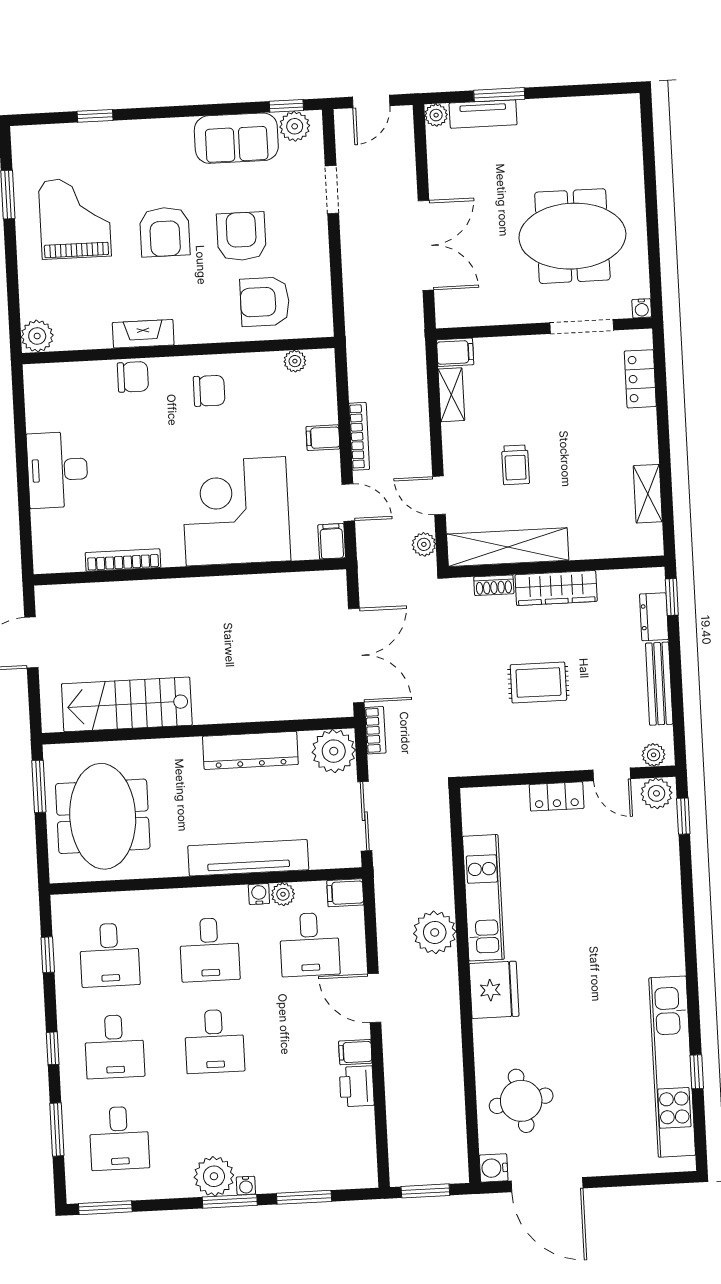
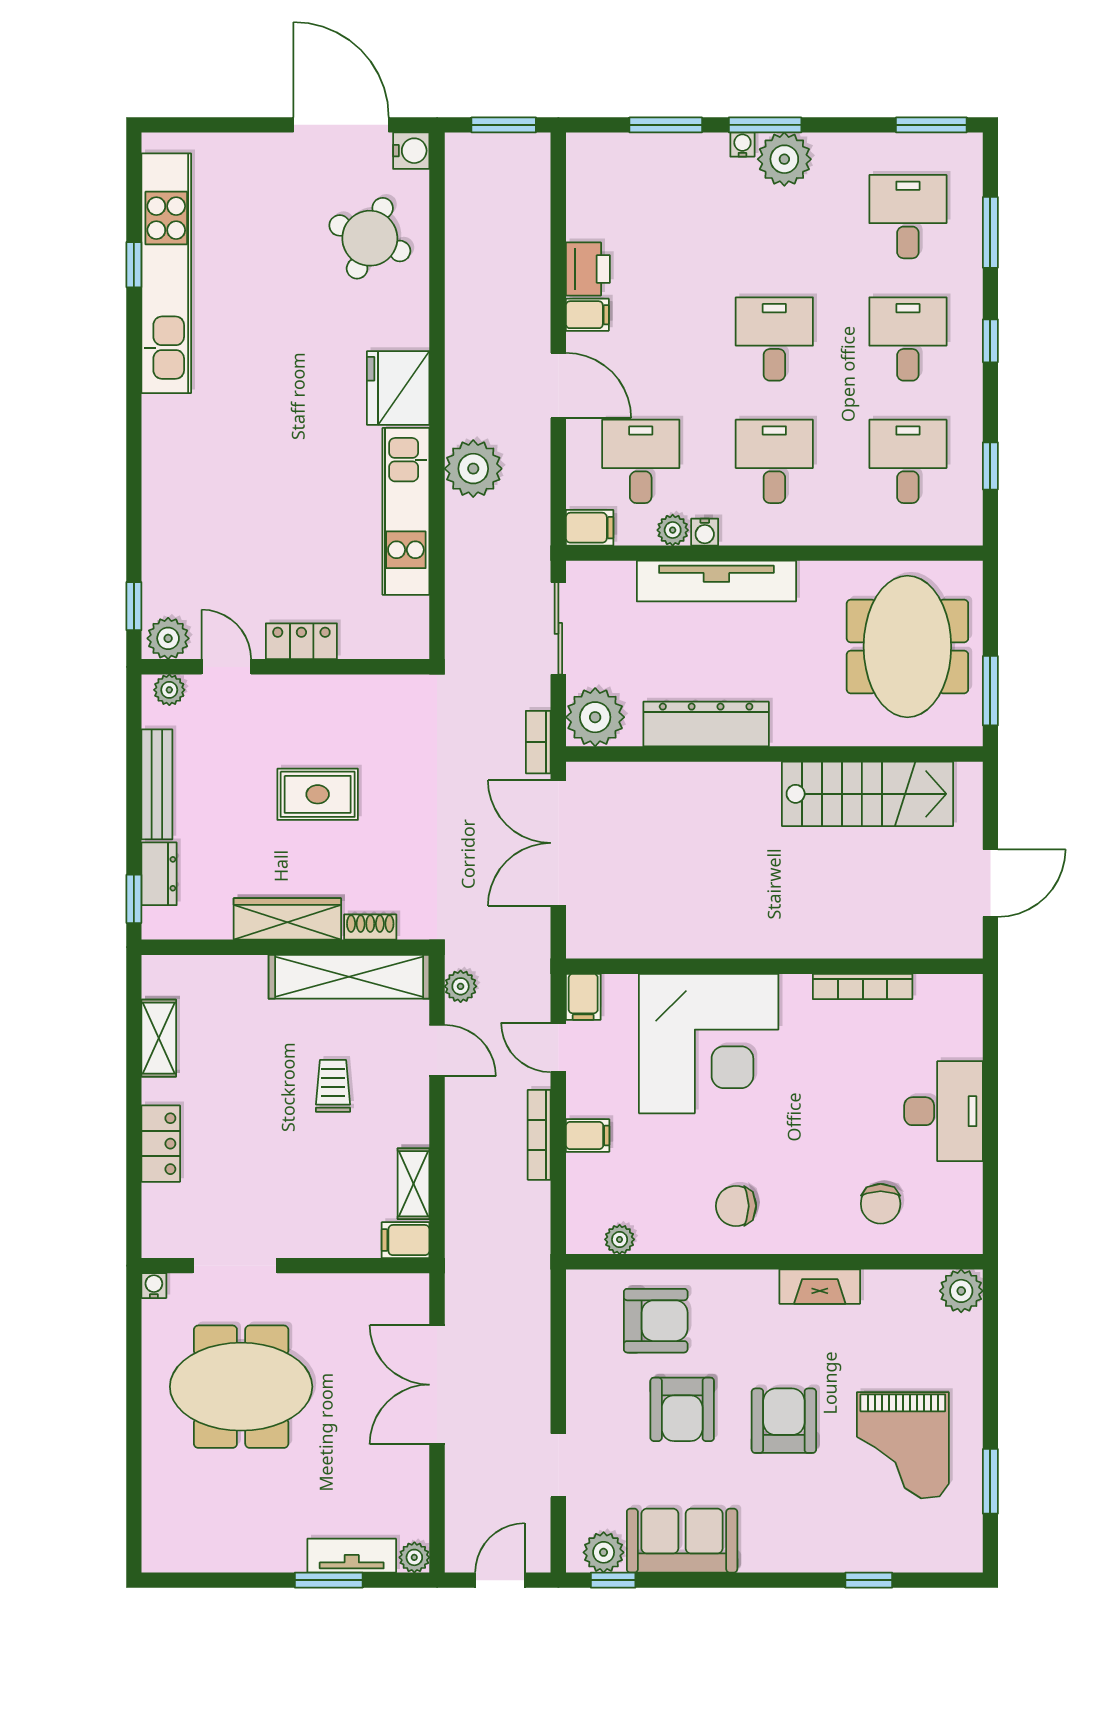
chair: (133, 377) -> (881, 1204), moved, turned -90
locker: (640, 379) -> (161, 1144), moved
round table: (521, 1101) -> (370, 238), turned 32

